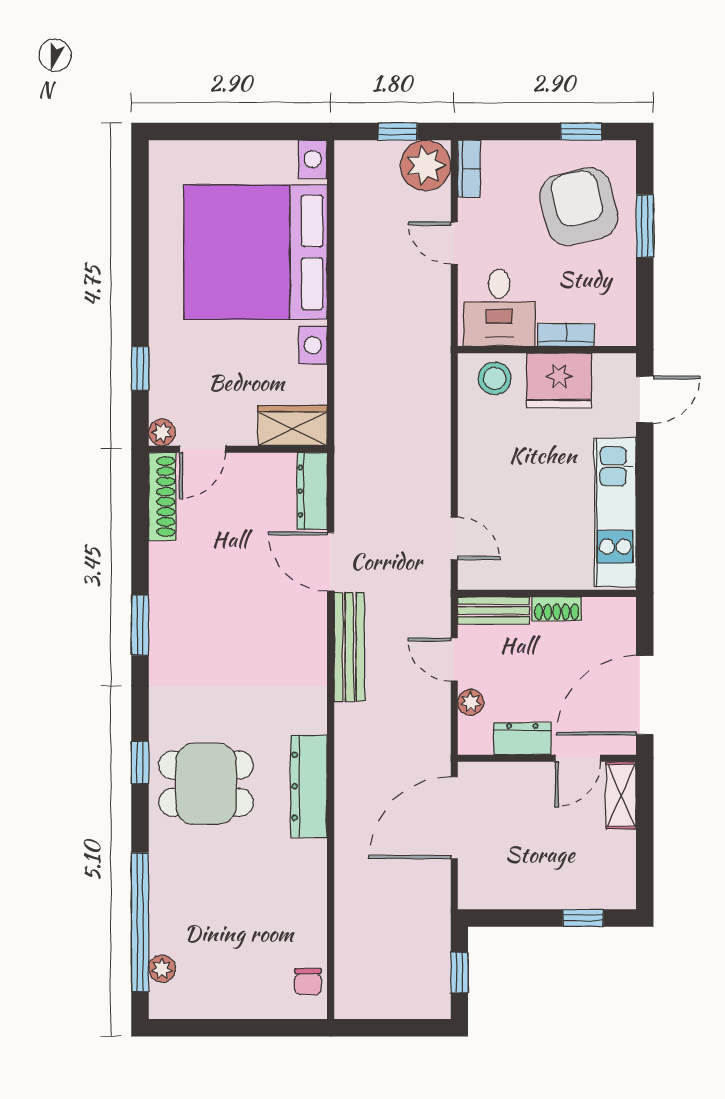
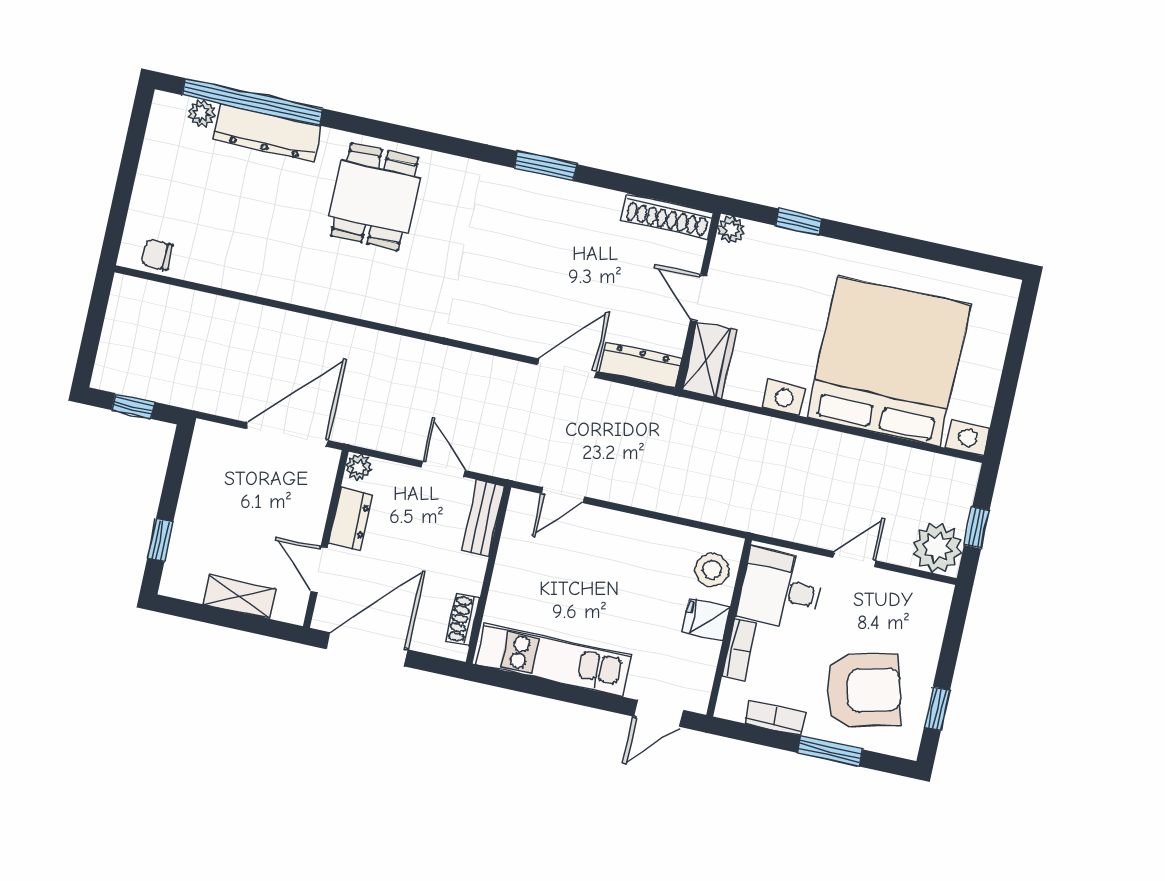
bookcase: (469, 169) -> (775, 718), moved, turned 180
fridge: (559, 381) -> (706, 619), width x0.53, depth x0.75
door: (645, 400) -> (659, 713), hinge flipped
door: (203, 449) -> (699, 298), moved
shoe rack: (557, 609) -> (463, 619), moved
bench: (349, 647) -> (478, 368), removed
door: (454, 660) -> (443, 469), hinge flipped
door: (645, 695) -> (367, 649), hinge flipped
plant: (471, 702) -> (359, 467), moved
window: (140, 762) -> (410, 136), removed
dresser: (309, 786) -> (267, 133), moved, turned 180
shelving: (621, 795) -> (240, 597), moved
door: (454, 818) -> (287, 435), hinge flipped

